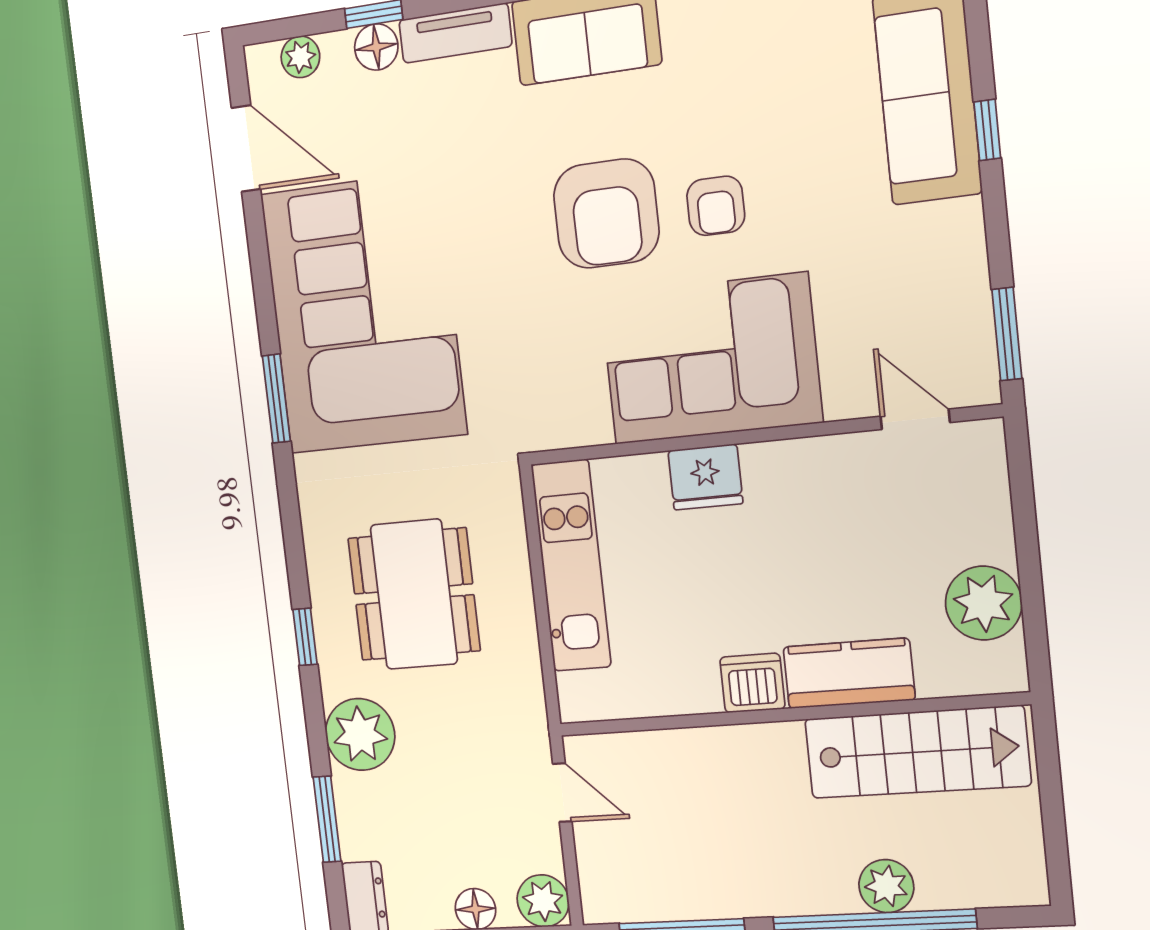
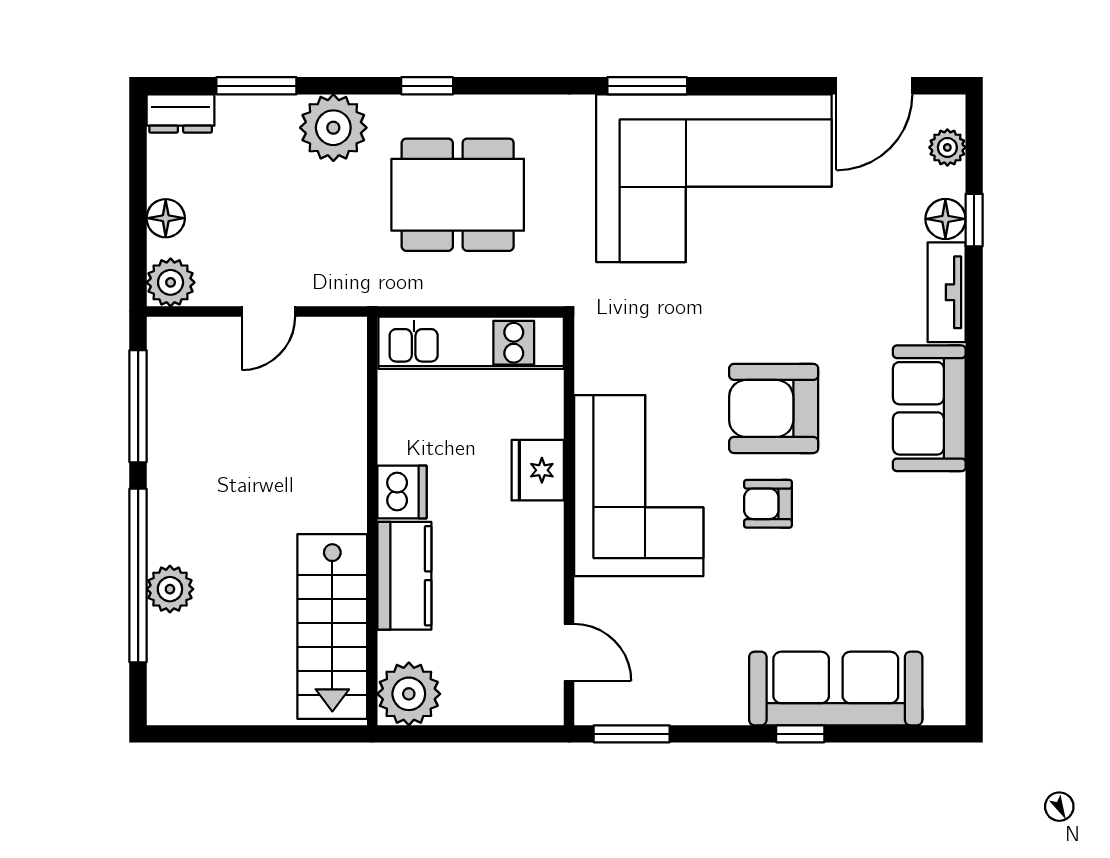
door: (915, 419) -> (569, 653), hinge flipped
kitchen counter: (849, 673) -> (404, 576), moved
dishwasher: (752, 683) -> (402, 492), moved
wall: (789, 714) -> (372, 521), moved
stairs: (917, 752) -> (332, 626), moved

